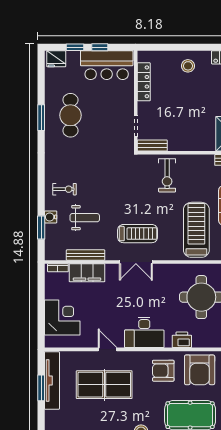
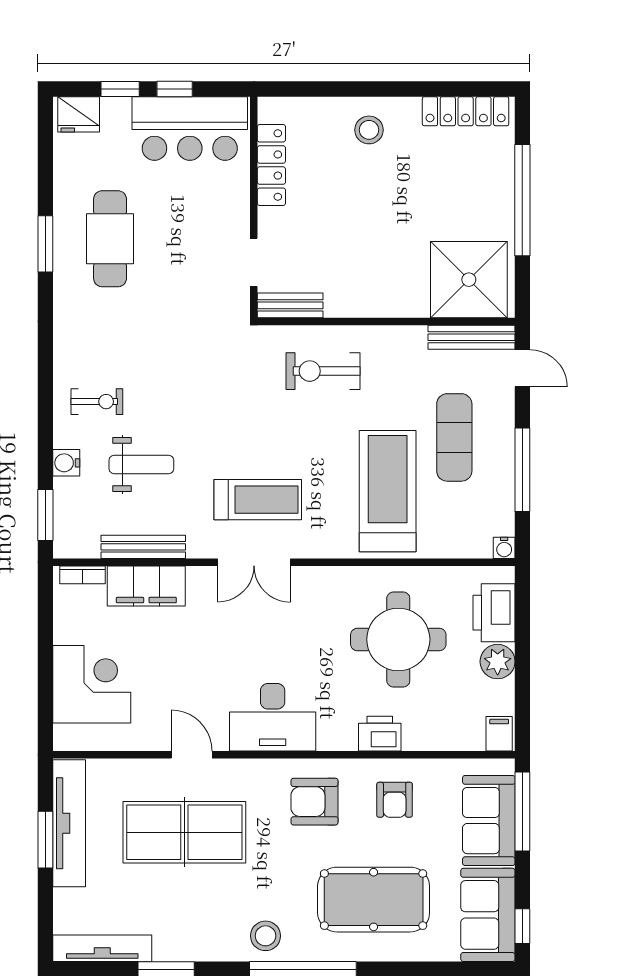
exercise bike: (167, 175) -> (323, 371), turned 90
window: (41, 228) -> (45, 515), moved
printer: (182, 340) -> (380, 734), moved
armchair: (200, 370) -> (395, 800), width x0.53, depth x0.53

